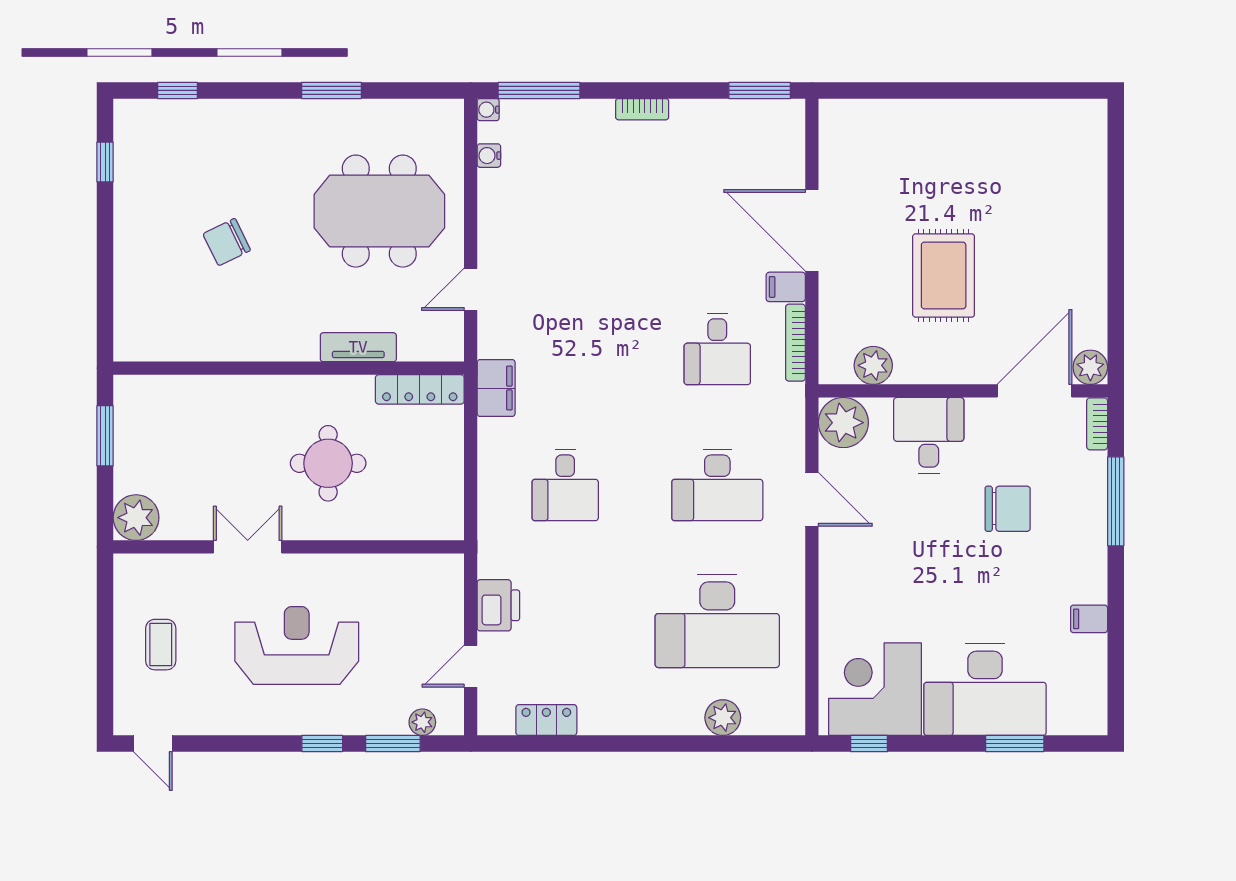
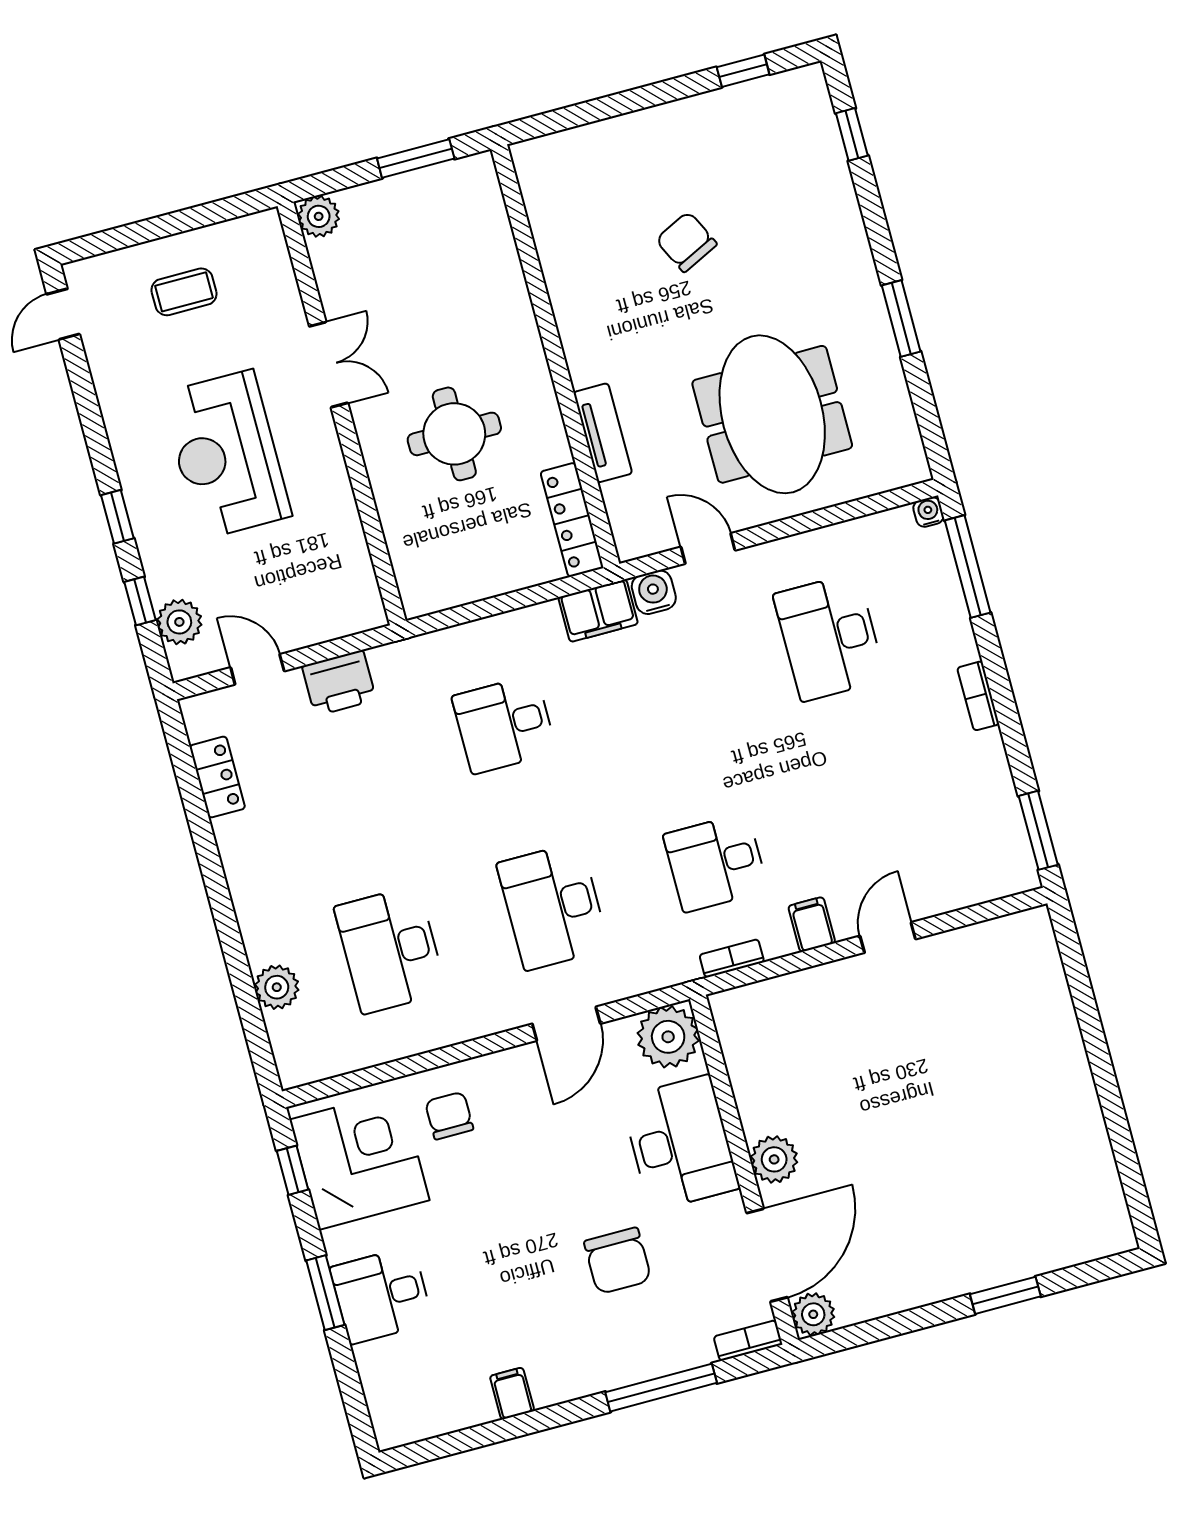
water cooler: (489, 156) -> (654, 592), moved, width x1.38, depth x1.38
desk: (565, 213) -> (830, 637), added
window: (1116, 213) -> (1005, 1295), added
door: (812, 230) -> (888, 938), width x0.53
rug: (944, 276) -> (876, 1110), removed
bookcase: (795, 343) -> (732, 958), width x0.64
plant: (873, 365) -> (774, 1159), moved
door: (1034, 391) -> (767, 1255), hinge flipped
desk: (929, 435) -> (680, 1143), width x1.37
plant: (136, 518) -> (319, 216), width x0.73, depth x0.73
chair: (859, 610) -> (449, 1116), added
desk: (717, 621) -> (390, 950), width x0.73, depth x0.77
reception desk: (297, 646) -> (226, 455), turned 180
desk: (985, 690) -> (382, 1295), width x0.53, depth x0.77
plant: (422, 722) -> (179, 622), width x1.38, depth x1.38
window: (393, 744) -> (140, 601), width x0.67
window: (1015, 744) -> (325, 1293), moved

